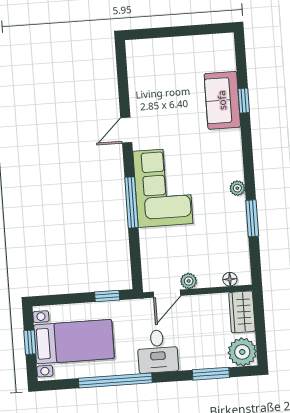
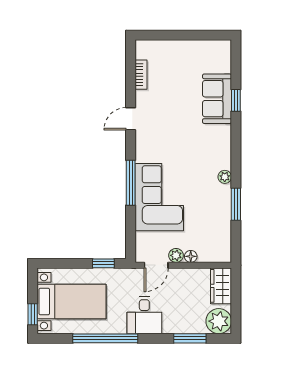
bookcase: (134, 79) -> (141, 75), added
corner sofa: (163, 187) -> (159, 197), moved
floor lamp: (230, 279) -> (191, 256), moved
window: (30, 342) -> (33, 314), moved

